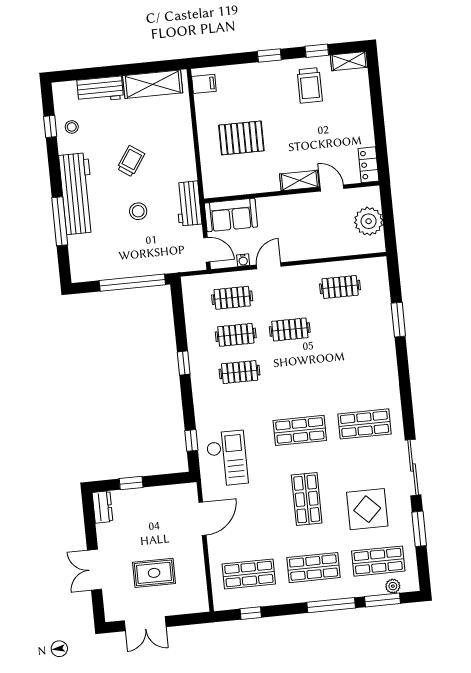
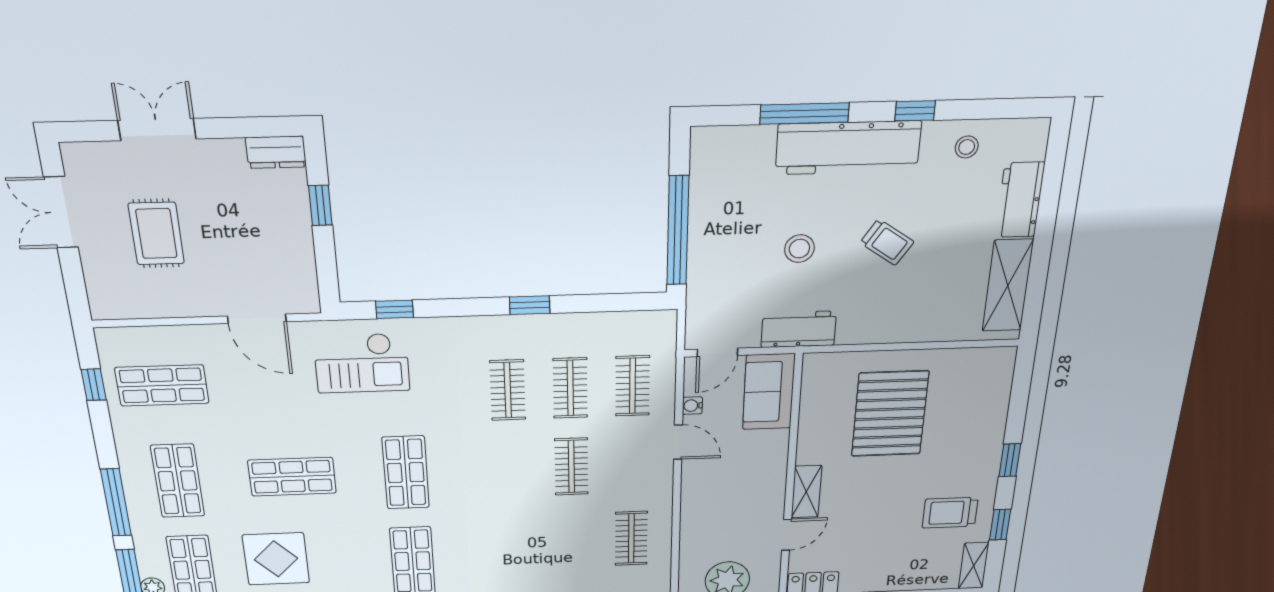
filing cabinet: (204, 84) -> (989, 364), removed
window: (50, 126) -> (915, 111), moved
pallet: (241, 138) -> (890, 414), width x1.37, depth x1.41
shop shelf: (249, 574) -> (162, 385), turned 90

